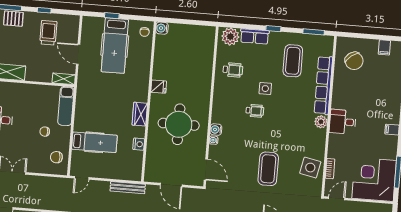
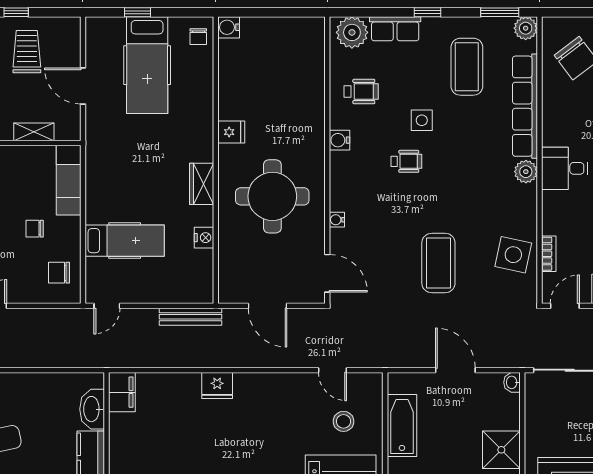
plant: (327, 42) -> (526, 28), added
shelving: (64, 79) -> (34, 132), moved
water cooler: (216, 130) -> (339, 140), moved

